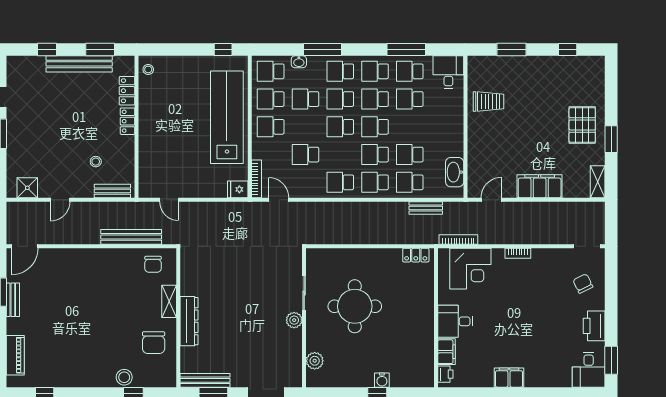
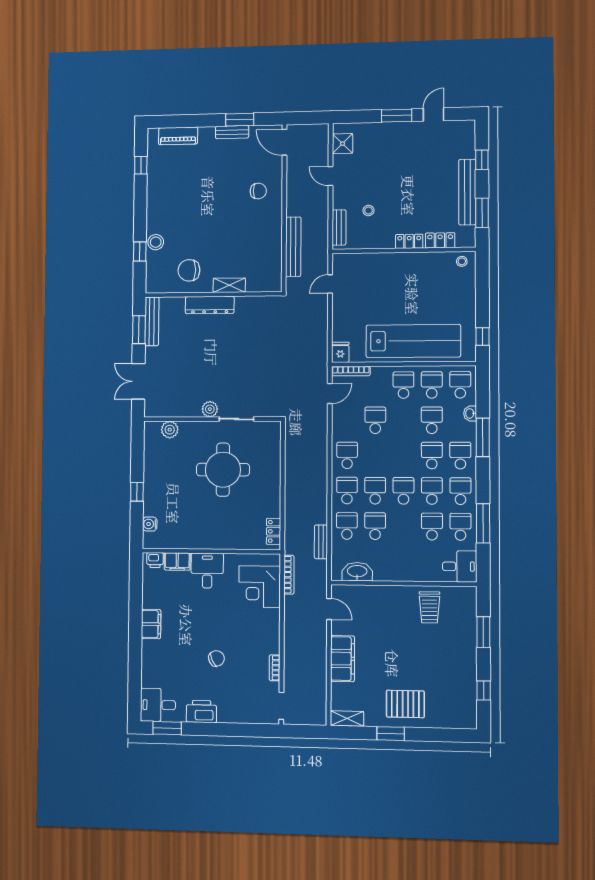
school desk: (340, 127) -> (403, 455), removed
bookcase: (518, 253) -> (275, 668), moved
chair: (153, 264) -> (258, 191), moved, turned 180
chair: (583, 284) -> (216, 658), moved
water cooler: (382, 380) -> (150, 524), moved

